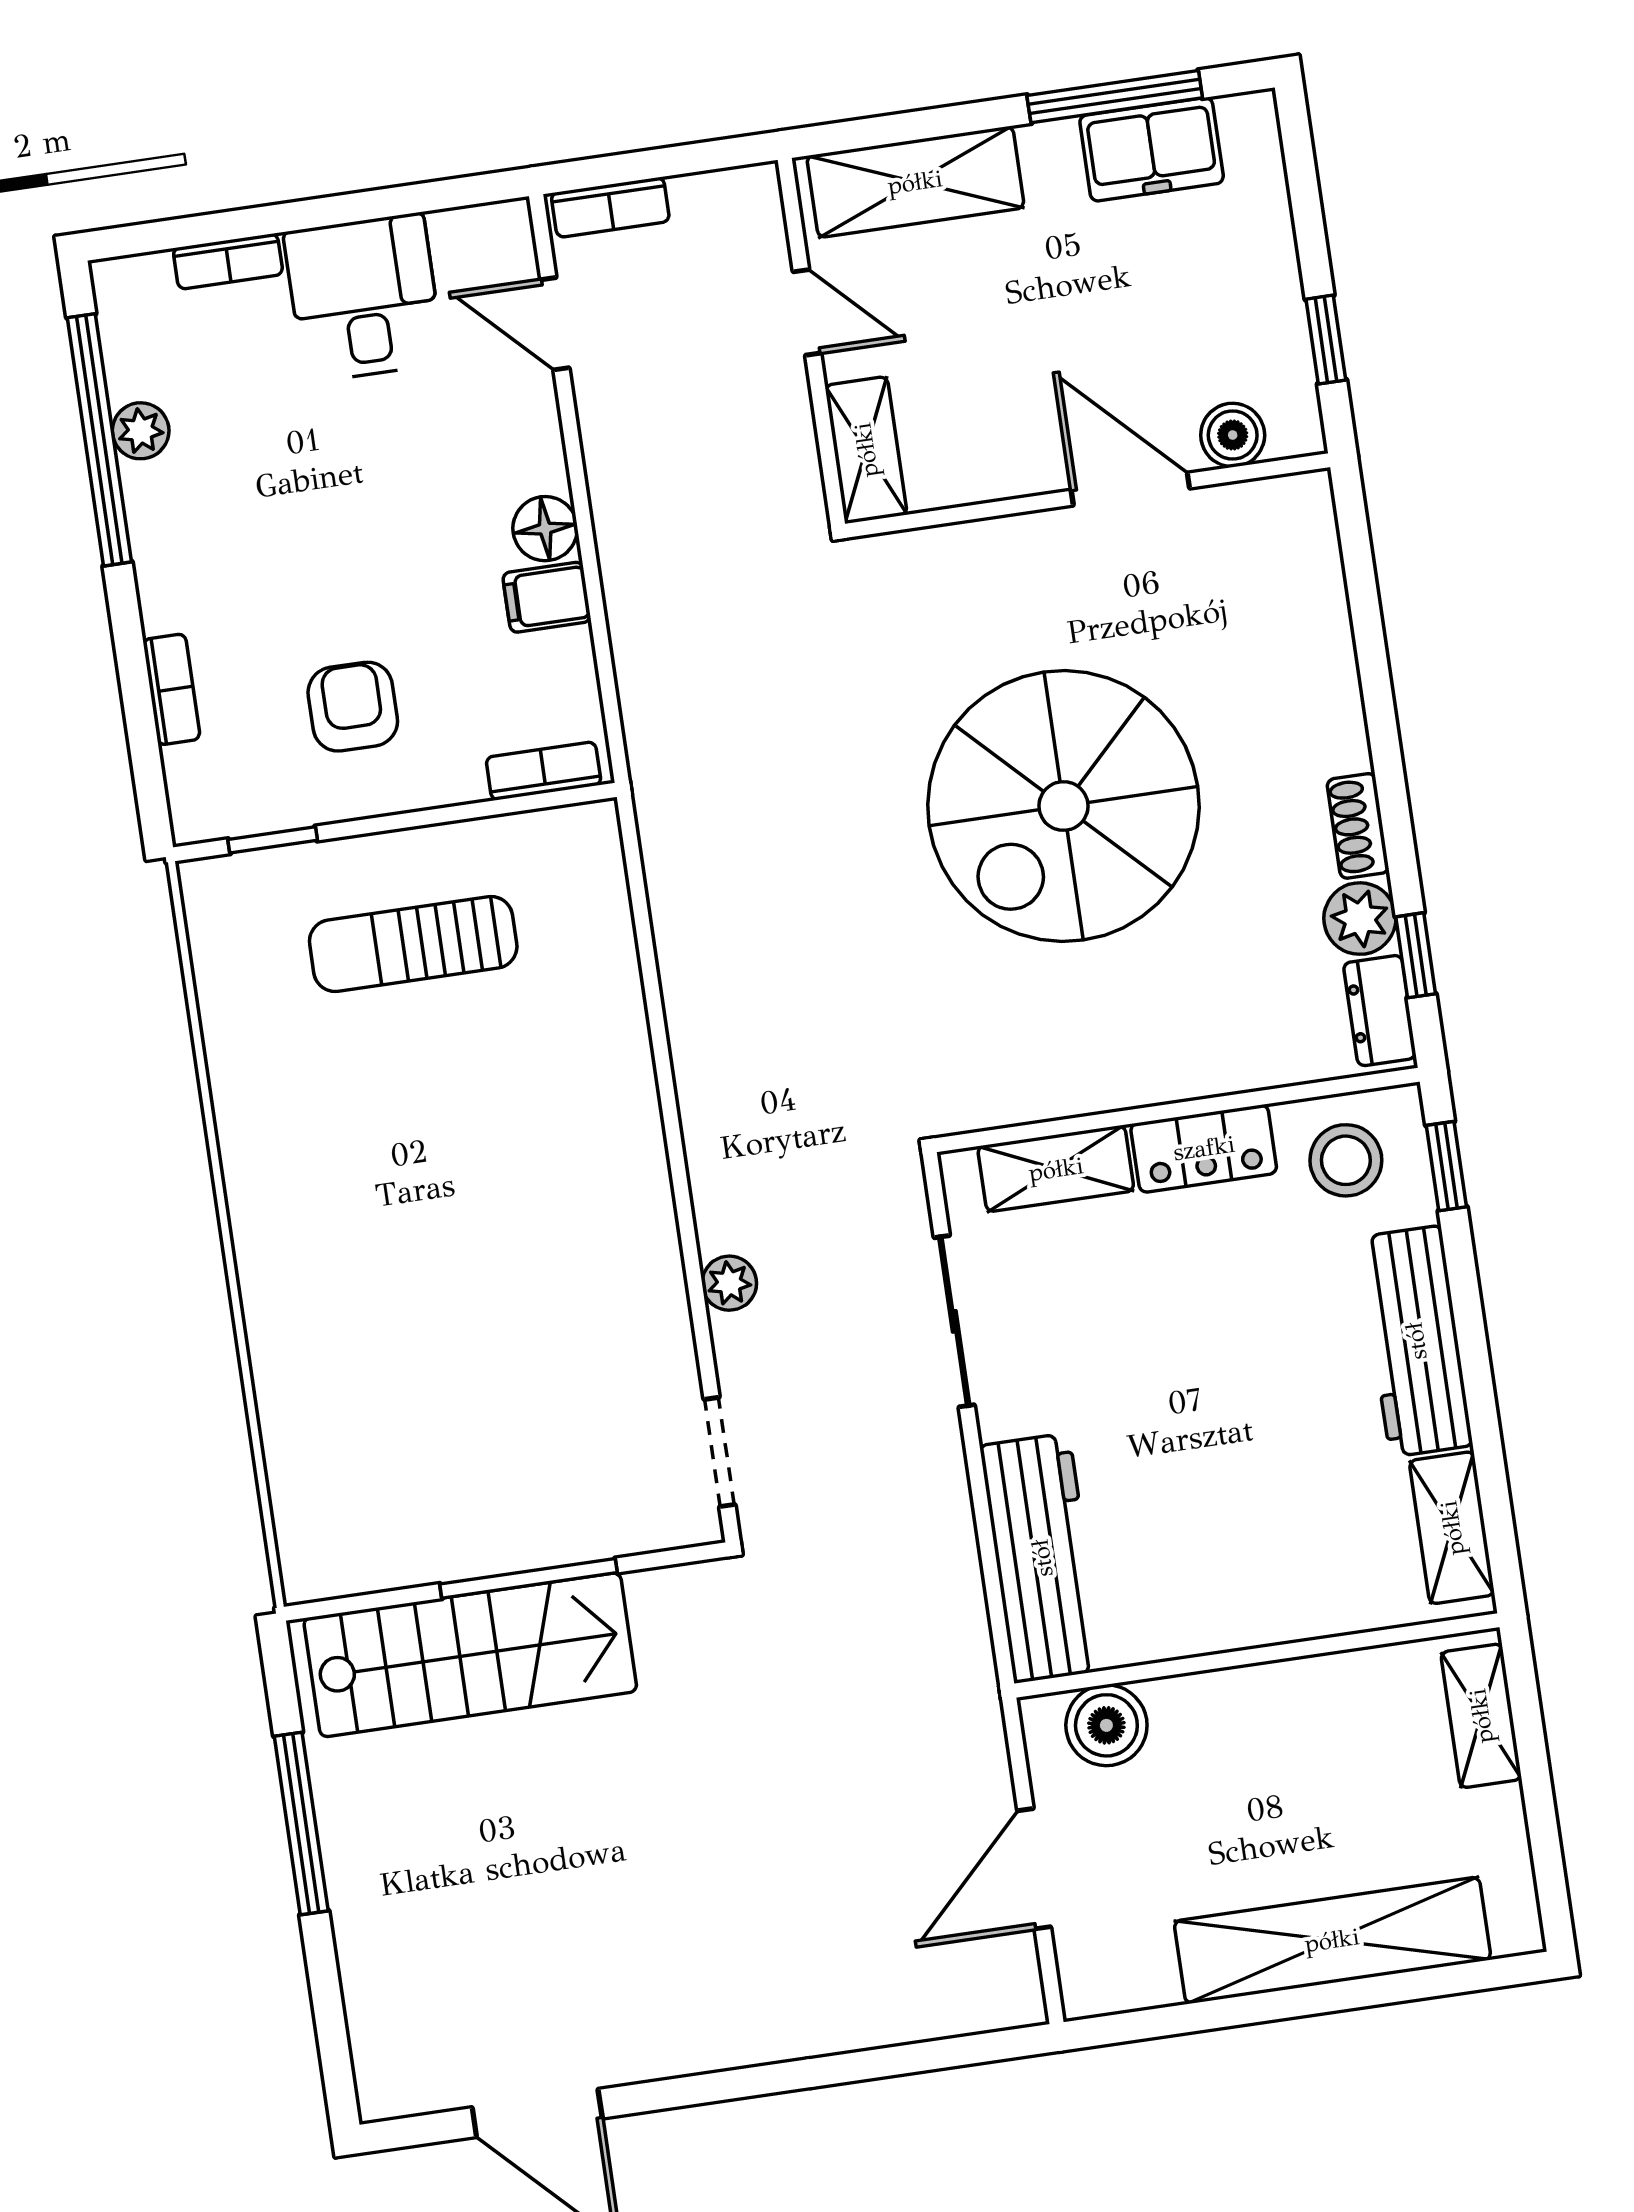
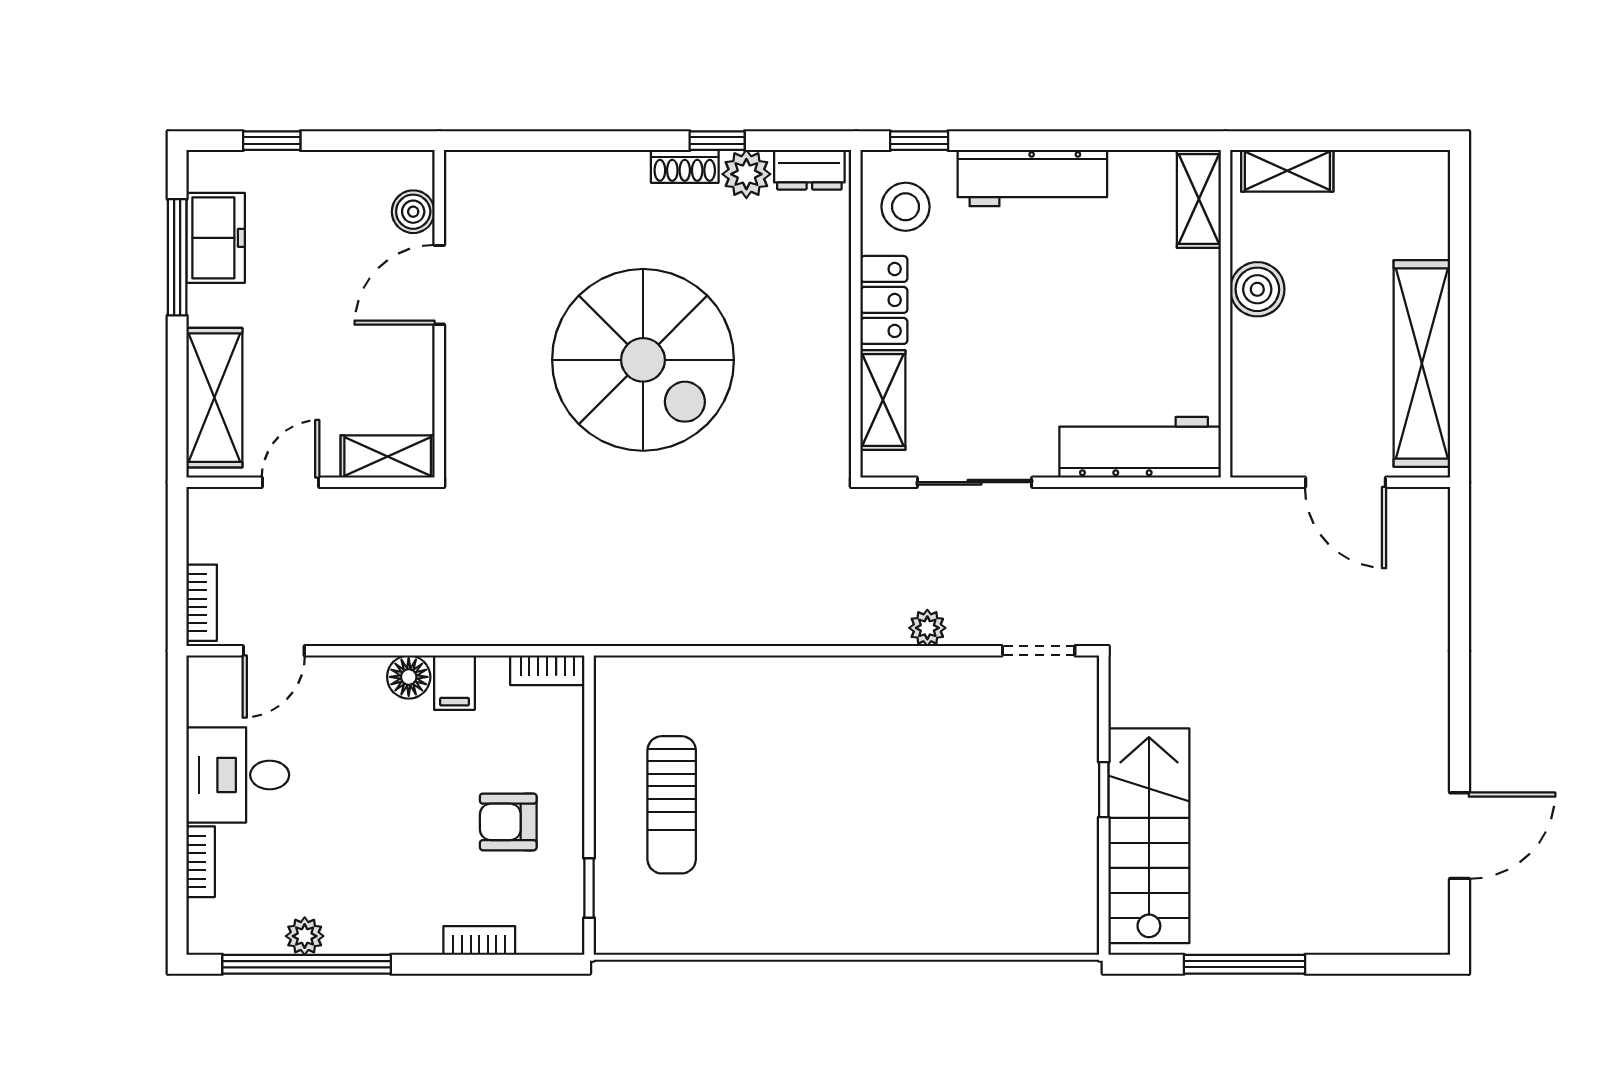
window: (1326, 340) -> (272, 141), moved
bookcase: (544, 771) -> (547, 670), moved, turned -90
window: (1416, 955) -> (717, 141), moved
shelving: (1452, 1528) -> (1199, 199), moved, turned 90
window: (529, 1578) -> (1104, 790), width x0.46
boiler: (1106, 1725) -> (1257, 289), moved
shelving: (1332, 1940) -> (1422, 364), moved

